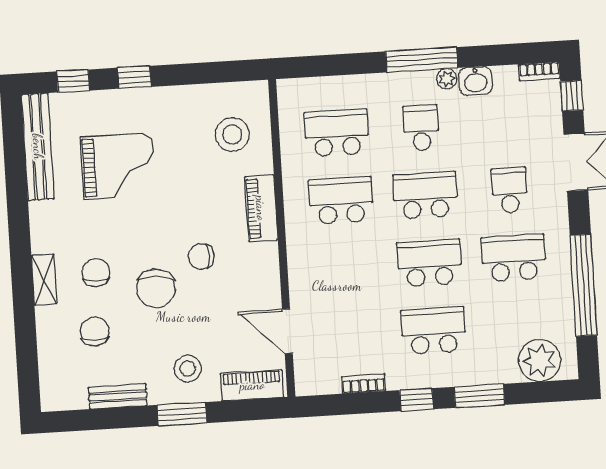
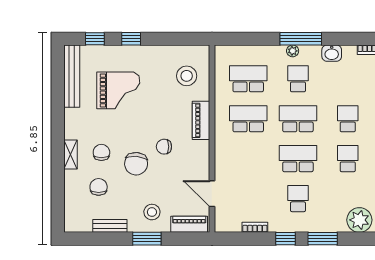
plant: (447, 79) -> (293, 51), moved
school desk: (514, 258) -> (348, 159), width x0.54
school desk: (433, 331) -> (298, 199), width x0.54

